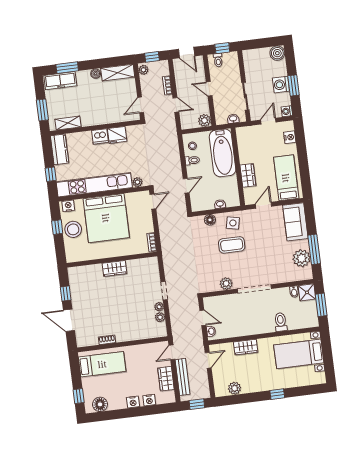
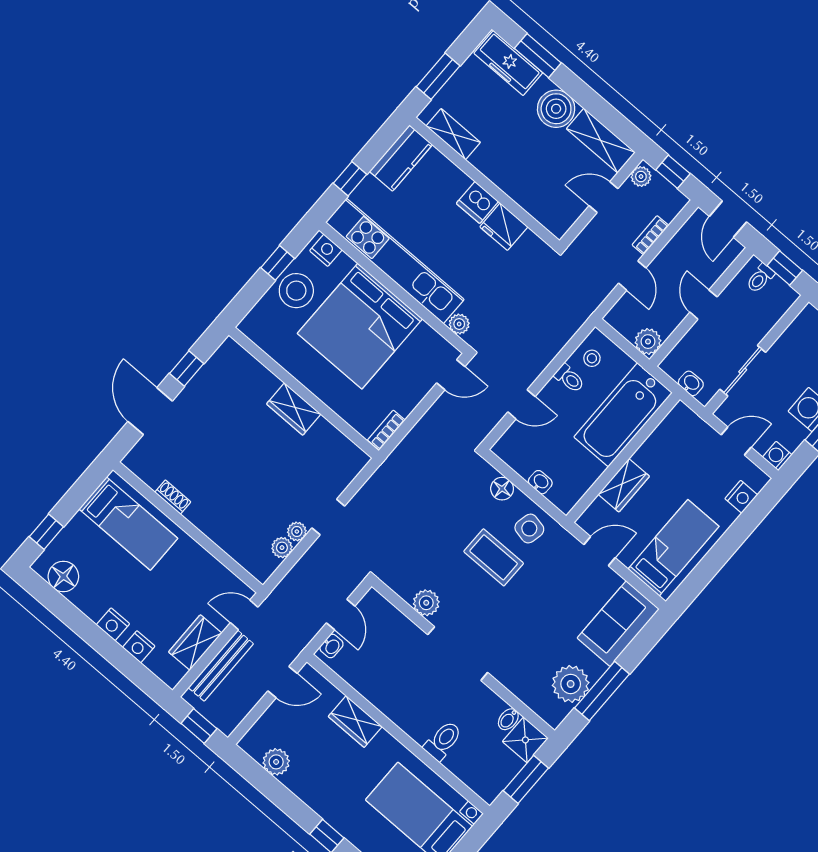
boiler: (96, 74) -> (556, 109), width x1.86, depth x1.86
door: (141, 105) -> (603, 197), moved

